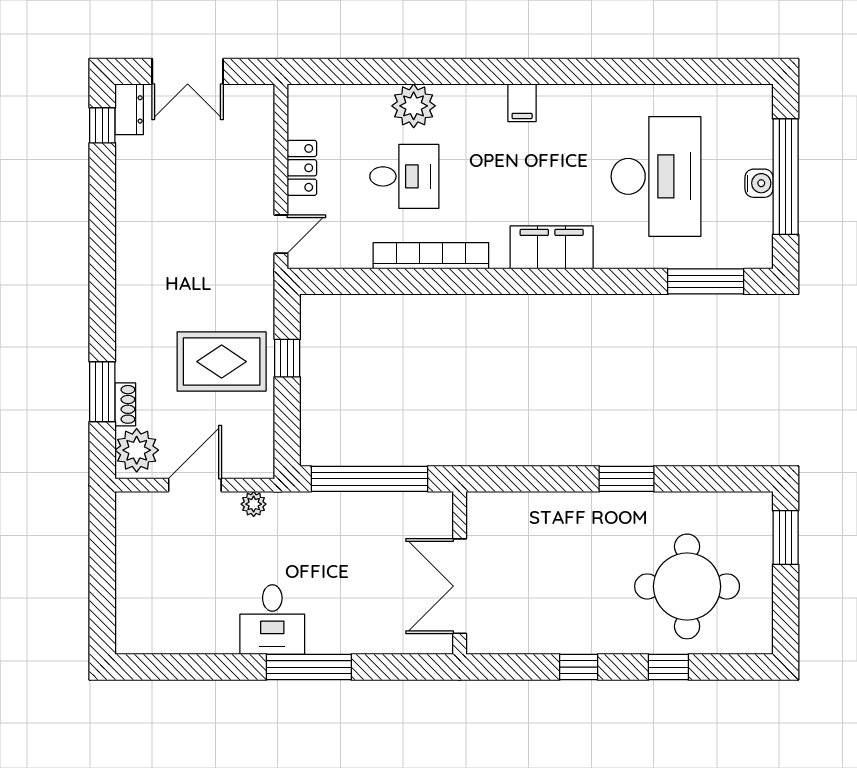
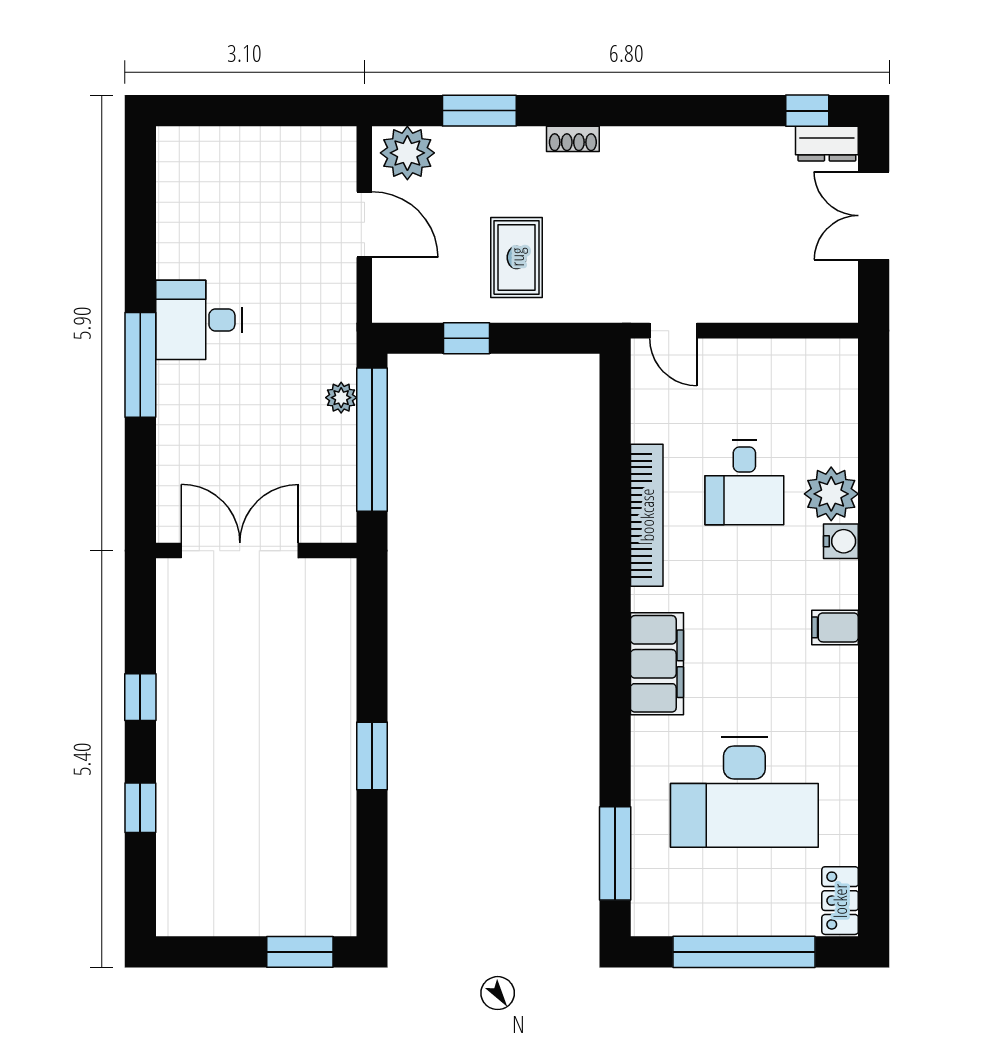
locker: (302, 168) -> (840, 901), moved, turned 90
water cooler: (759, 183) -> (841, 541), moved, turned -90
window: (287, 358) -> (466, 338), moved
rug: (222, 362) -> (517, 257), width x0.73, depth x0.70
shoe rack: (125, 404) -> (573, 139), moved
plant: (254, 504) -> (341, 398), moved
round table: (687, 586) -> (240, 830), removed

